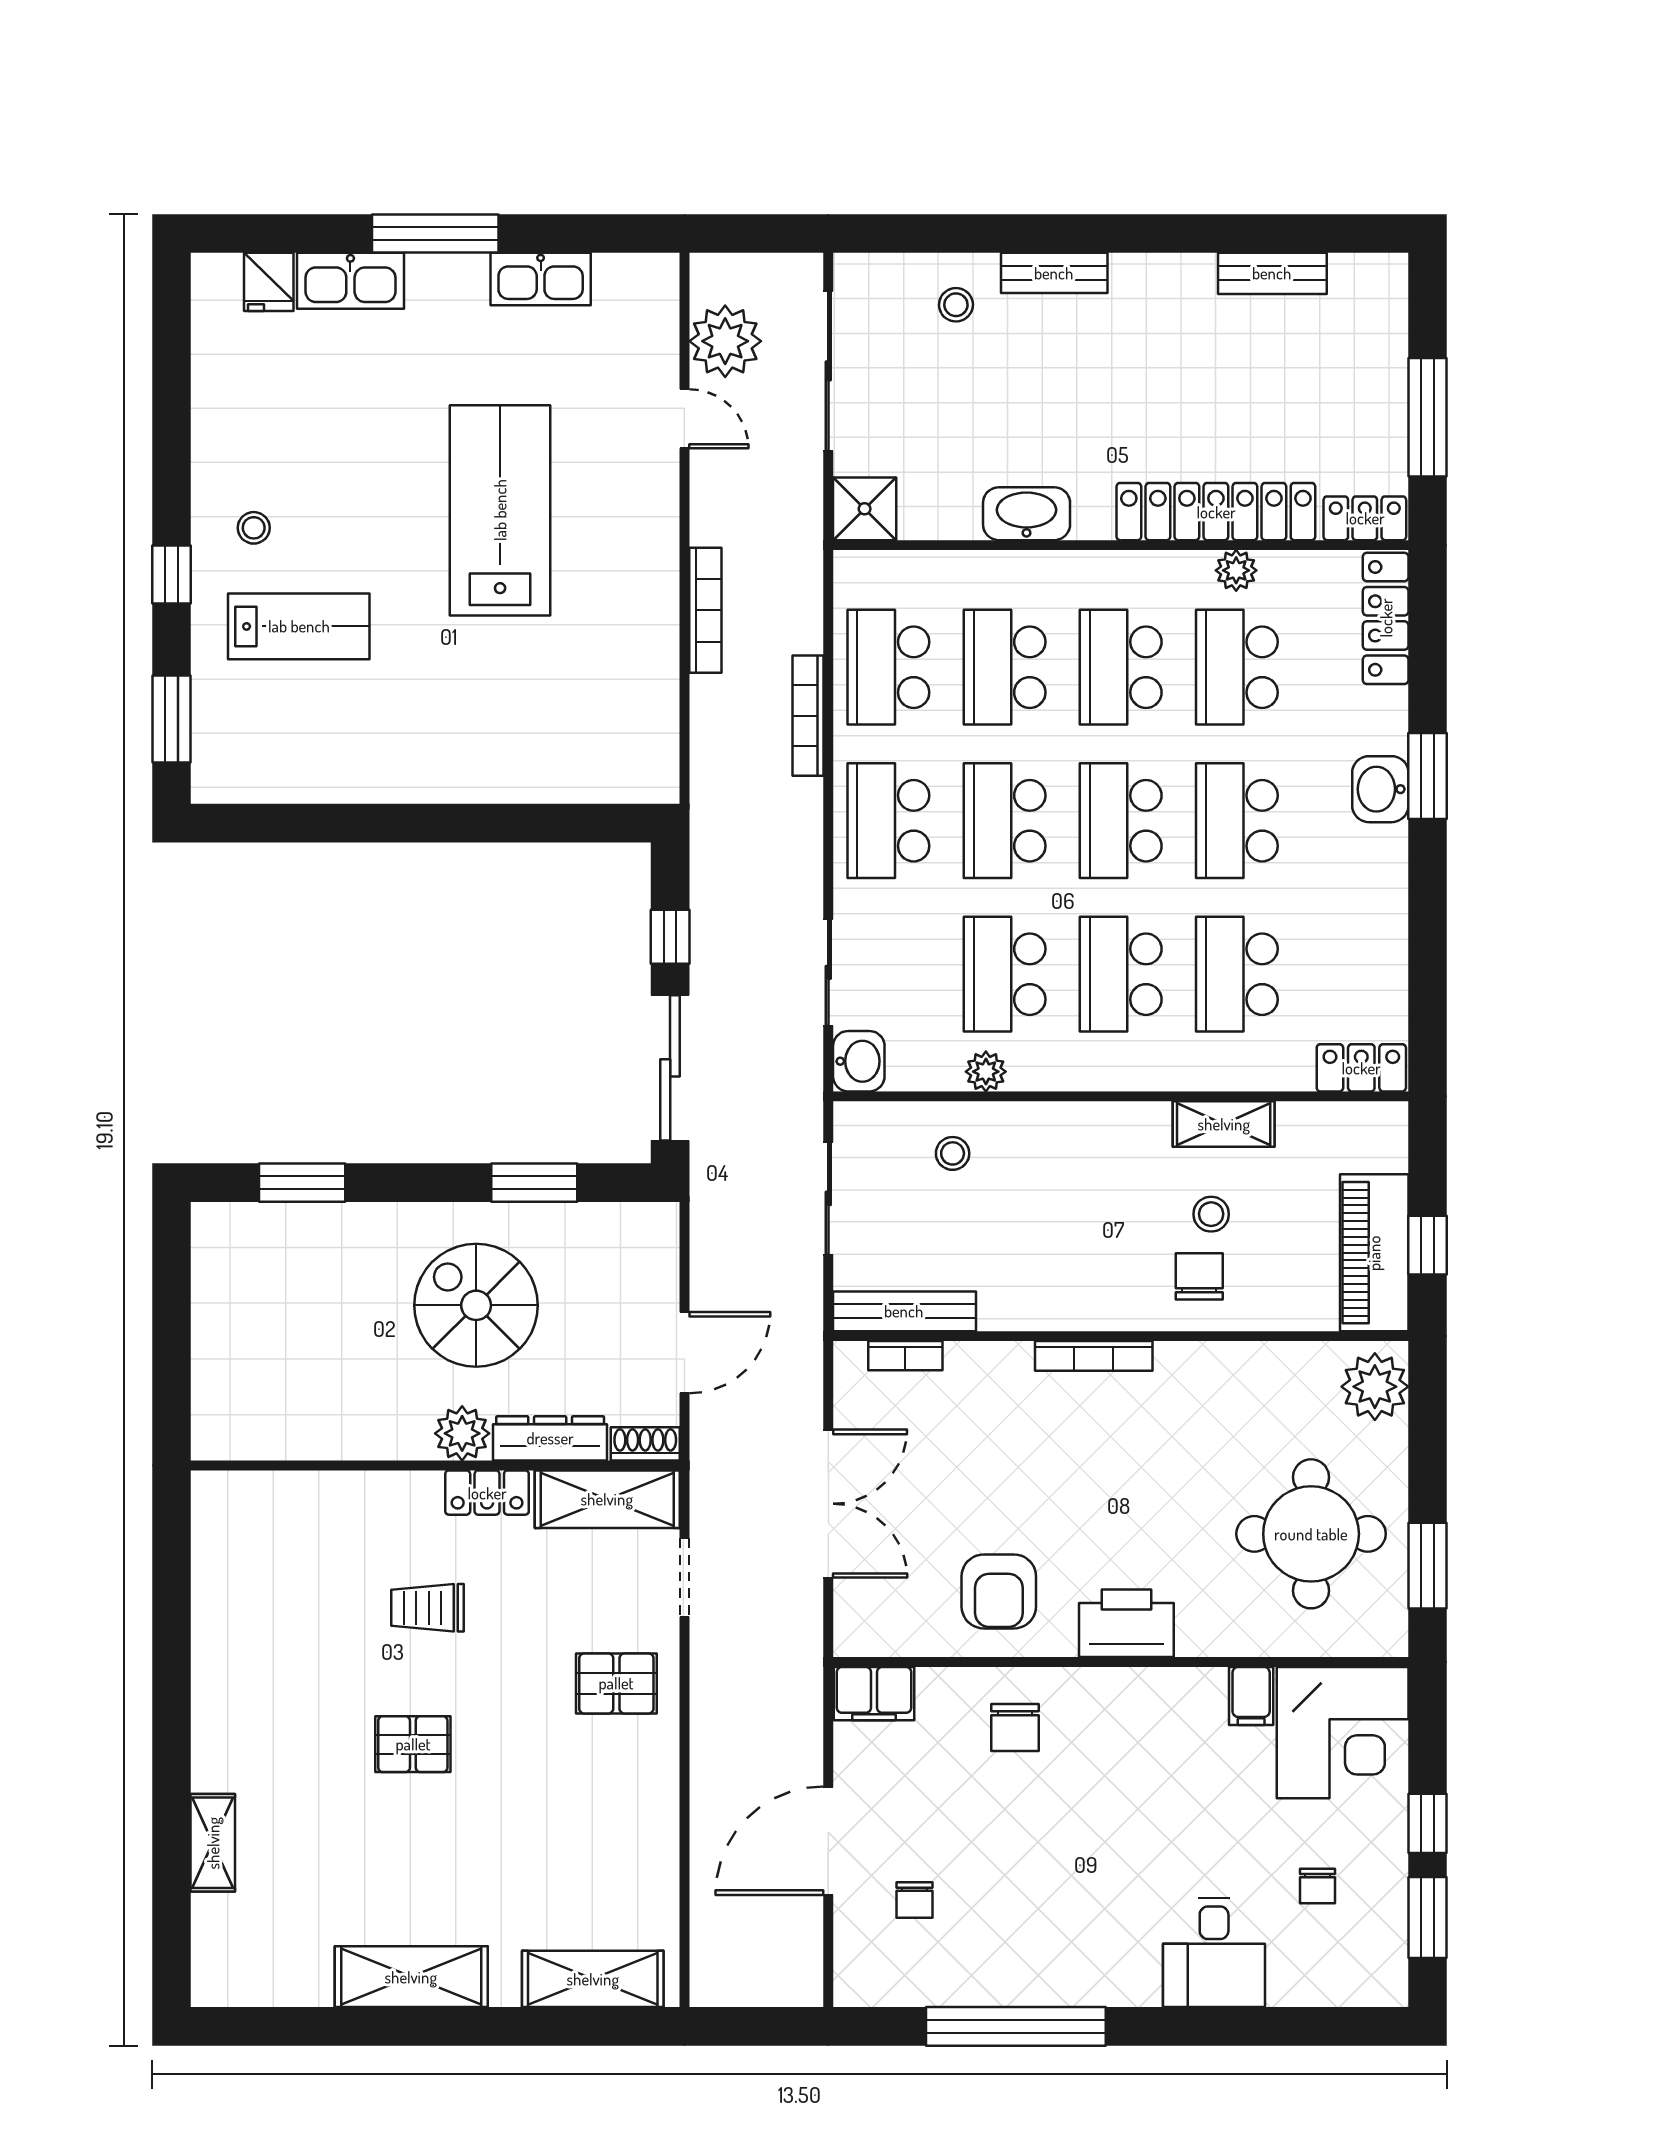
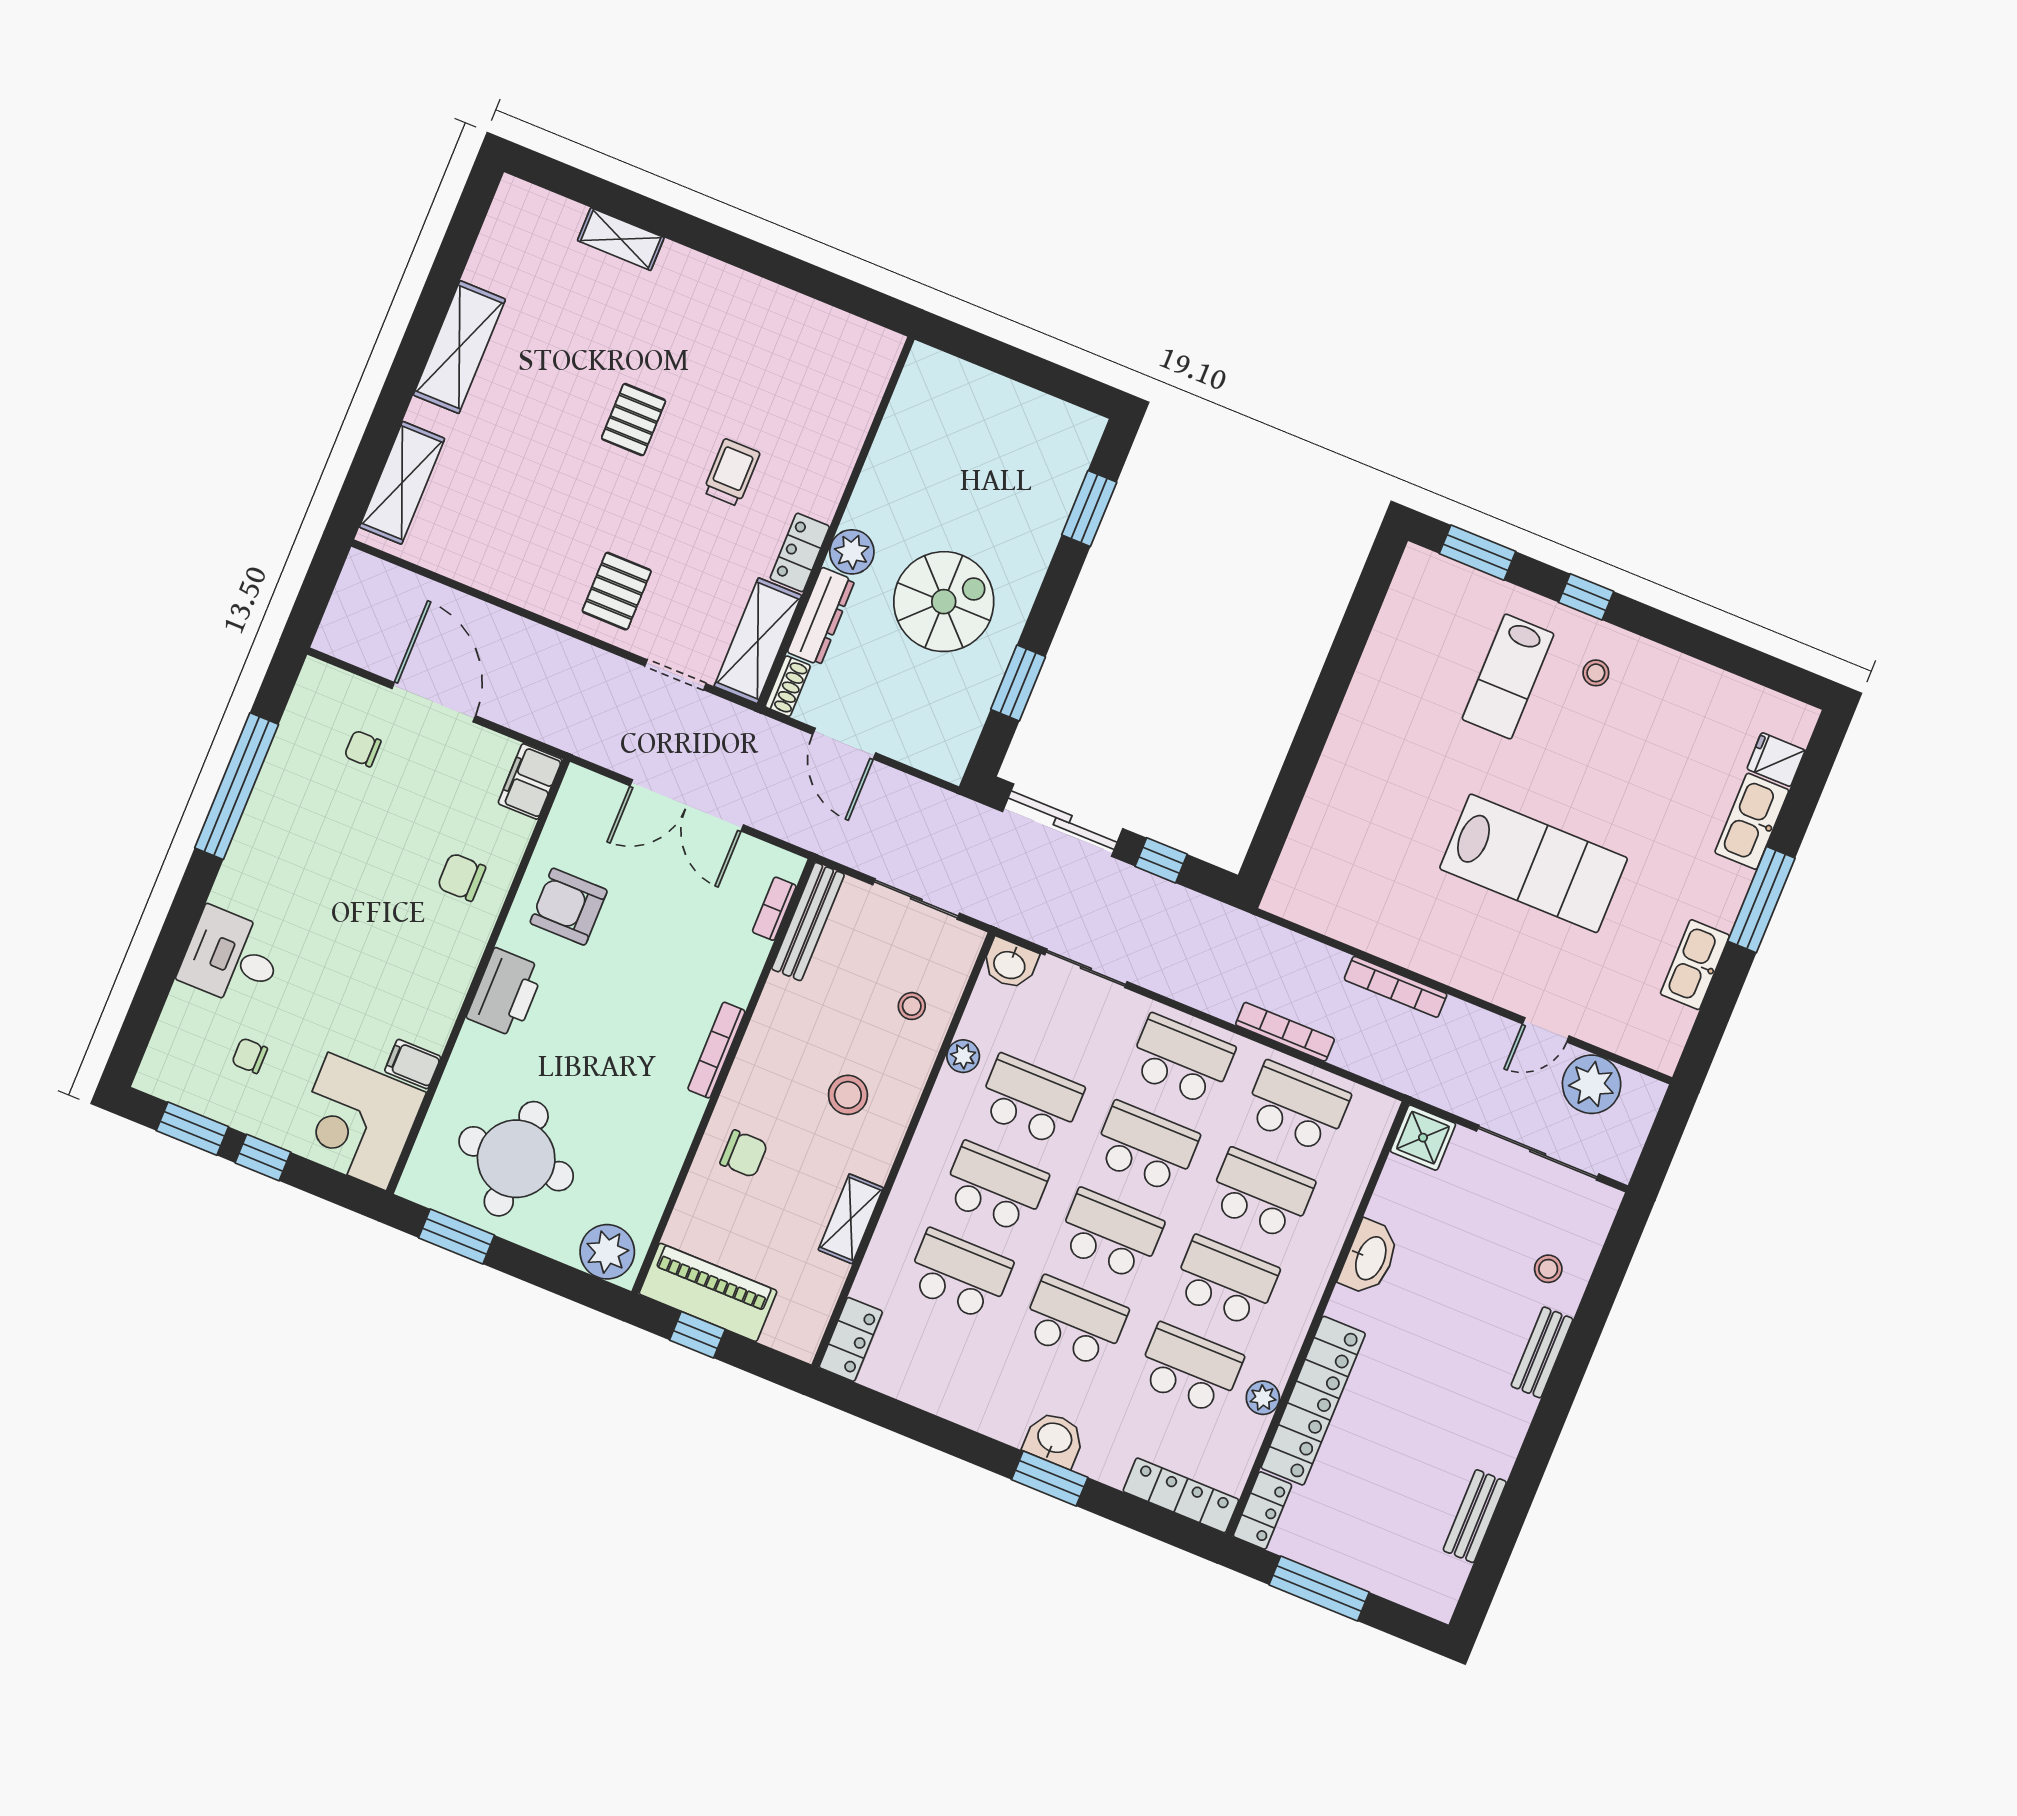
stool: (1211, 1214) -> (848, 1095), moved, width x1.37, depth x1.37

